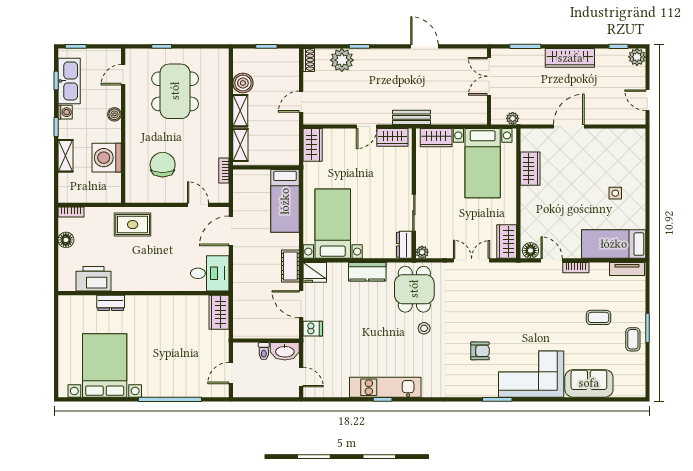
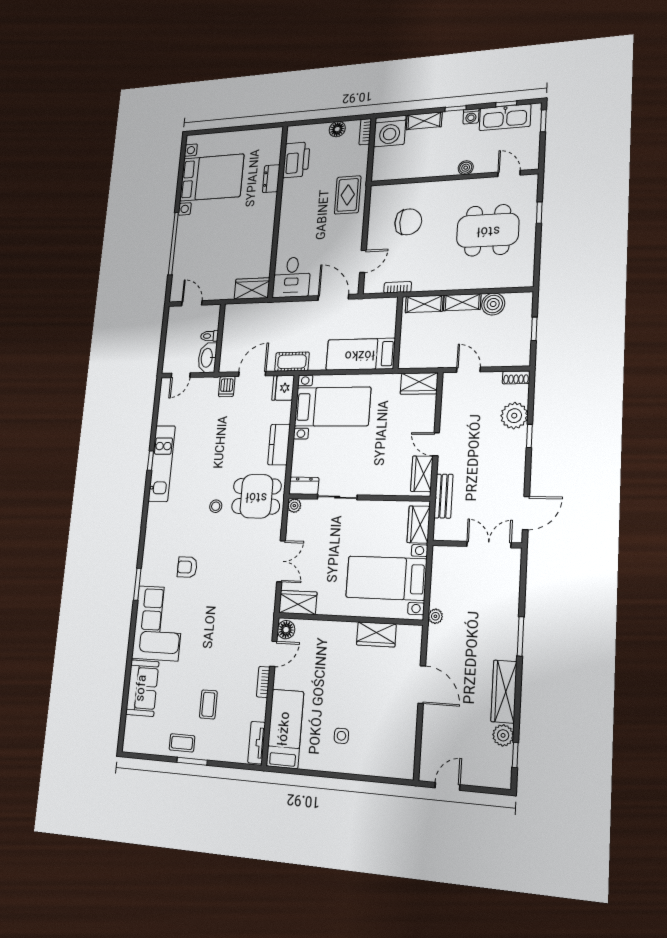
plant: (637, 57) -> (503, 735), moved
double door: (489, 76) -> (489, 545), moved
wall: (489, 86) -> (477, 544), moved
washing machine: (107, 158) -> (390, 131), moved, turned 180
armchair: (480, 351) -> (187, 567), turned 90

